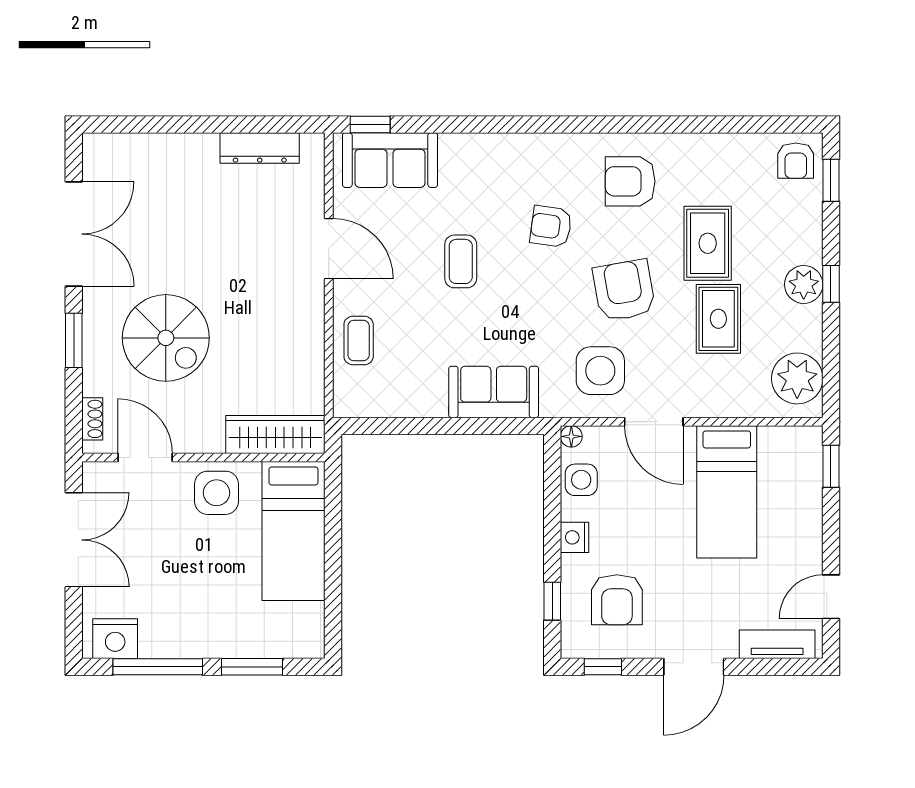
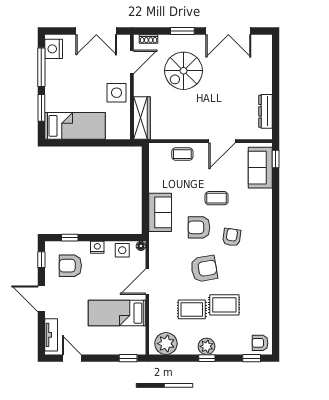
armchair: (630, 181) -> (199, 227), moved, turned -90
side table: (600, 371) -> (169, 258), removed
bed: (293, 531) -> (75, 126), moved, turned 180

